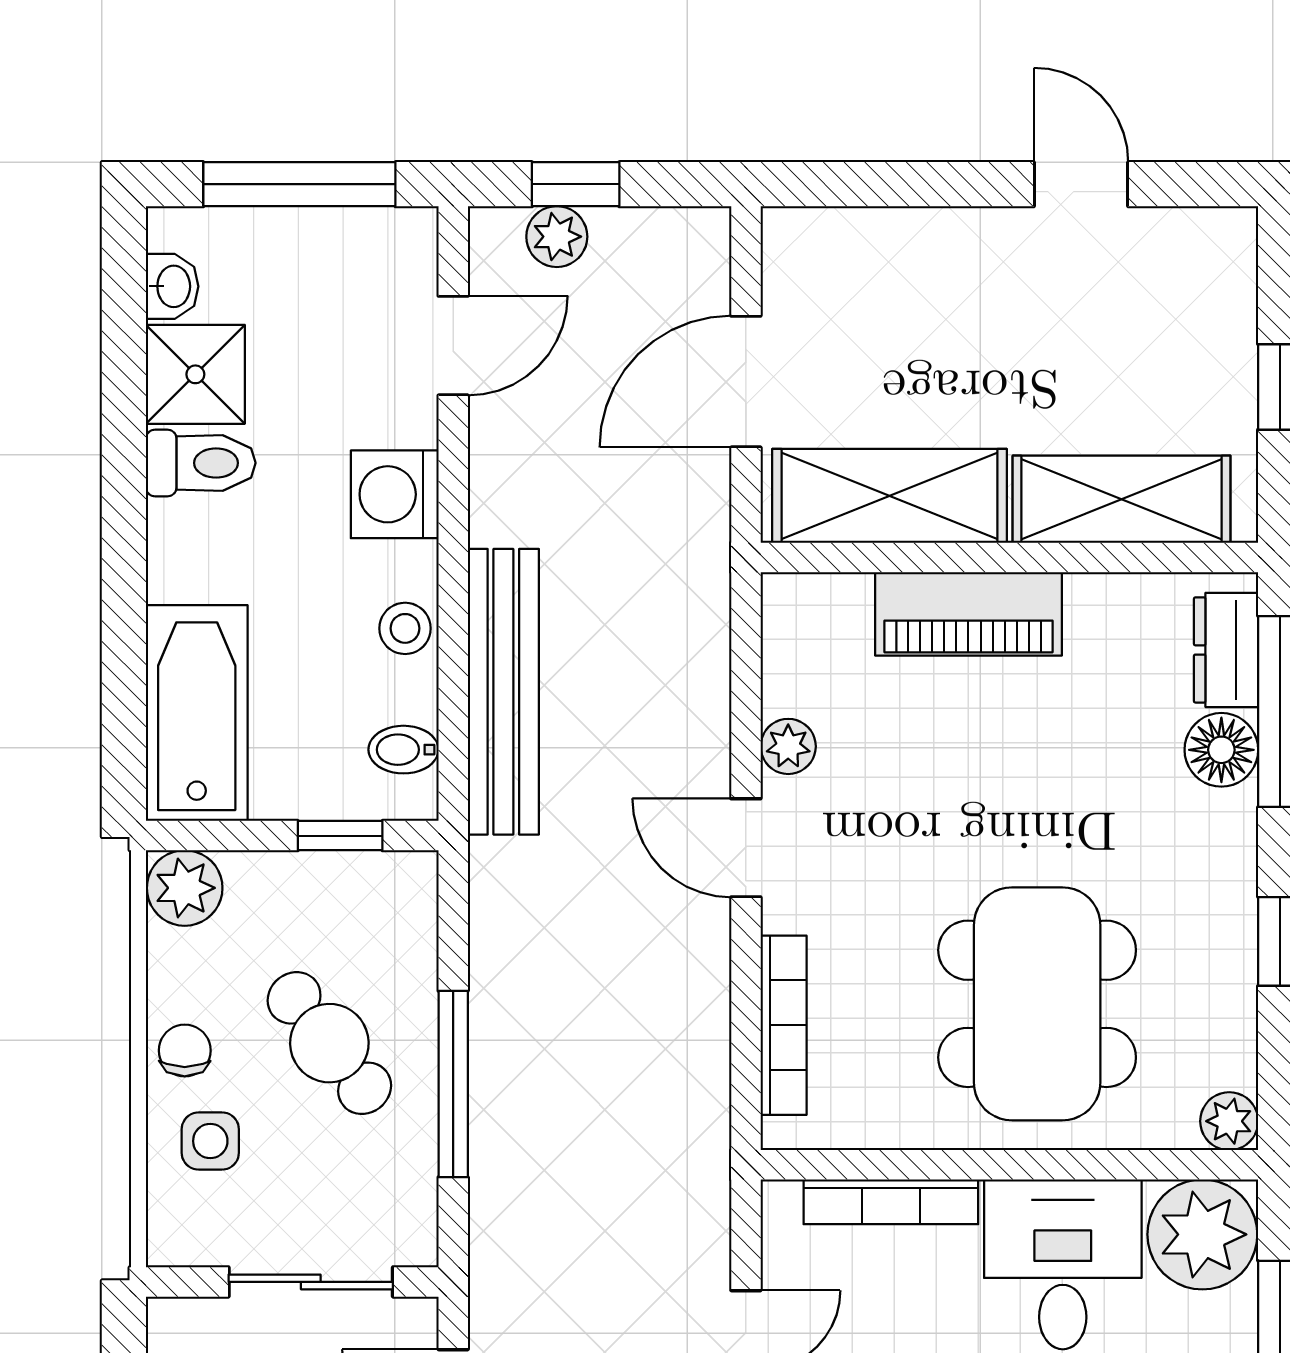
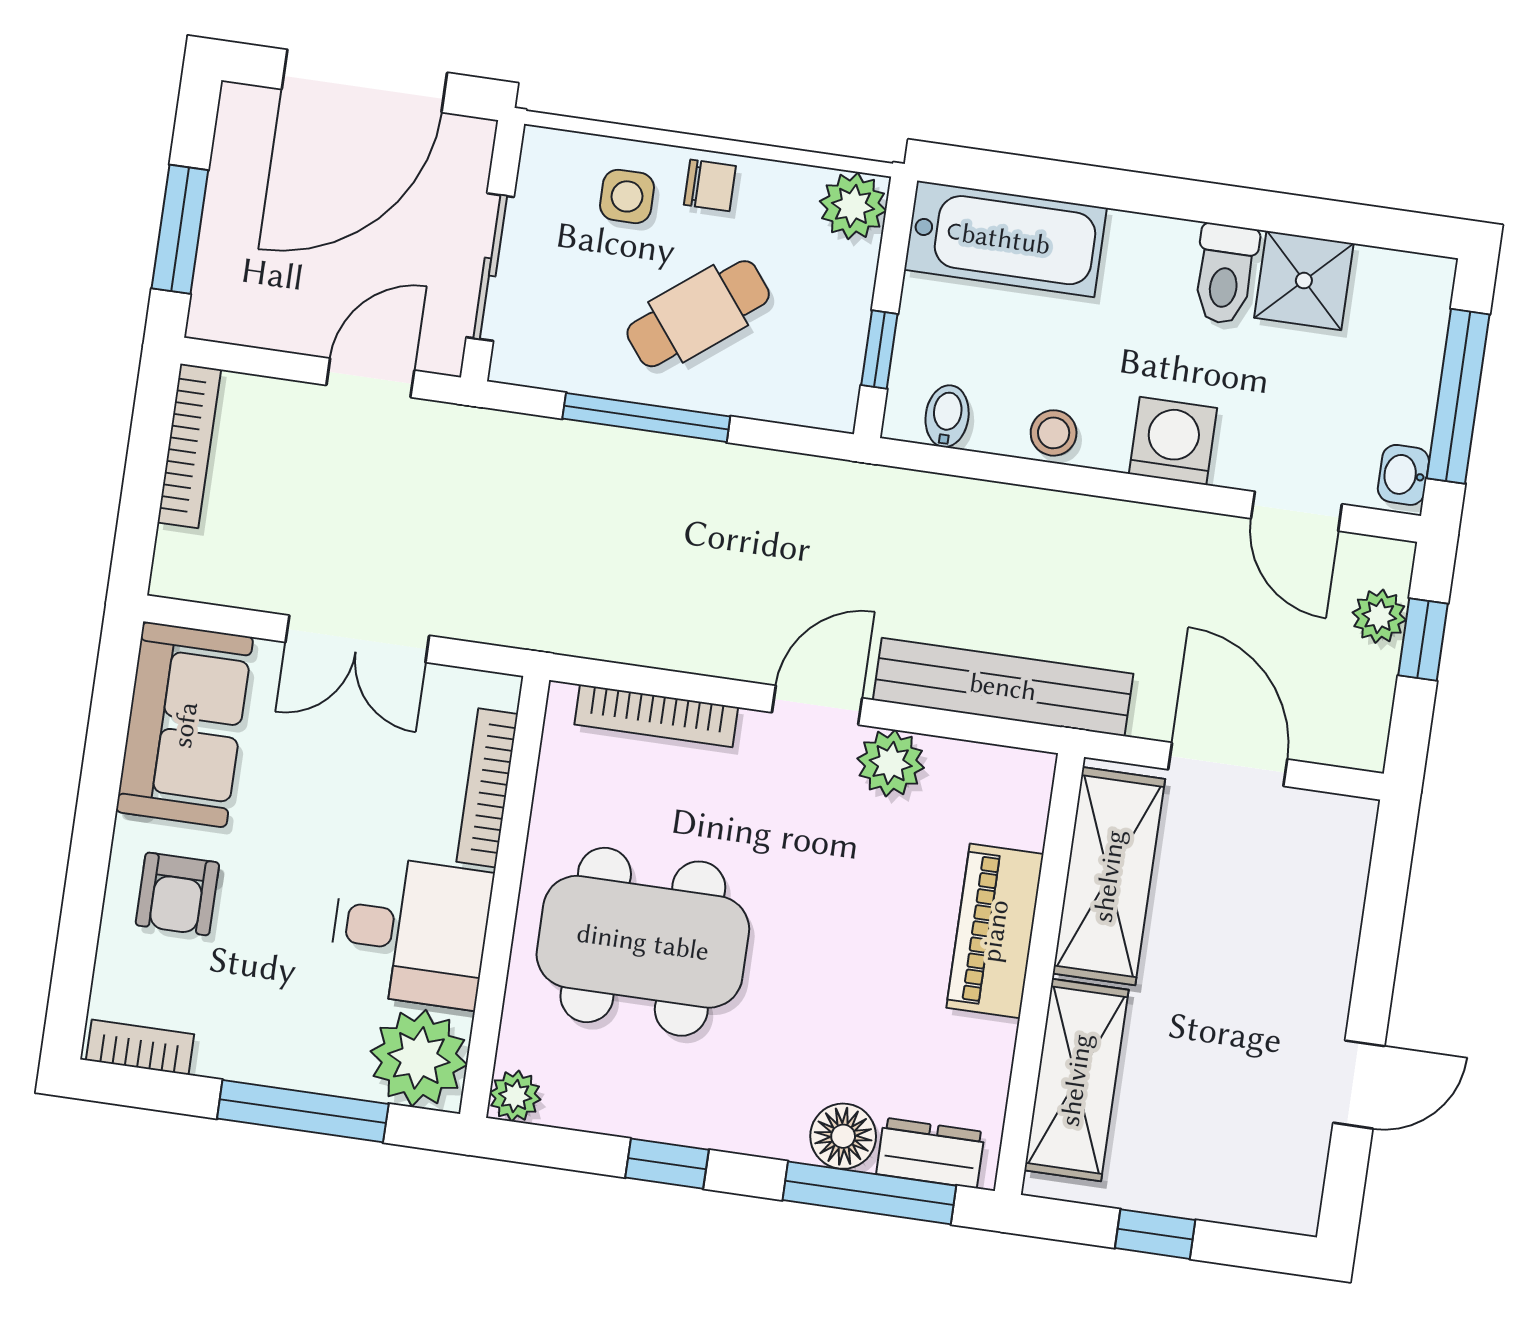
washbasin: (172, 286) -> (1403, 475), moved, turned 90
bench: (503, 692) -> (1003, 687), moved
plant: (788, 746) -> (891, 763), width x1.38, depth x1.38

